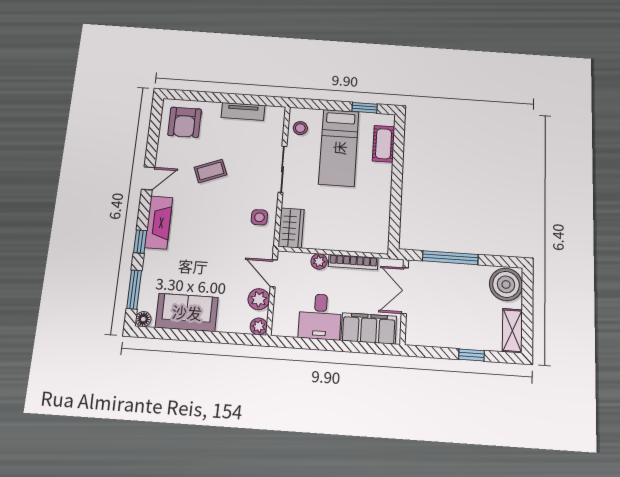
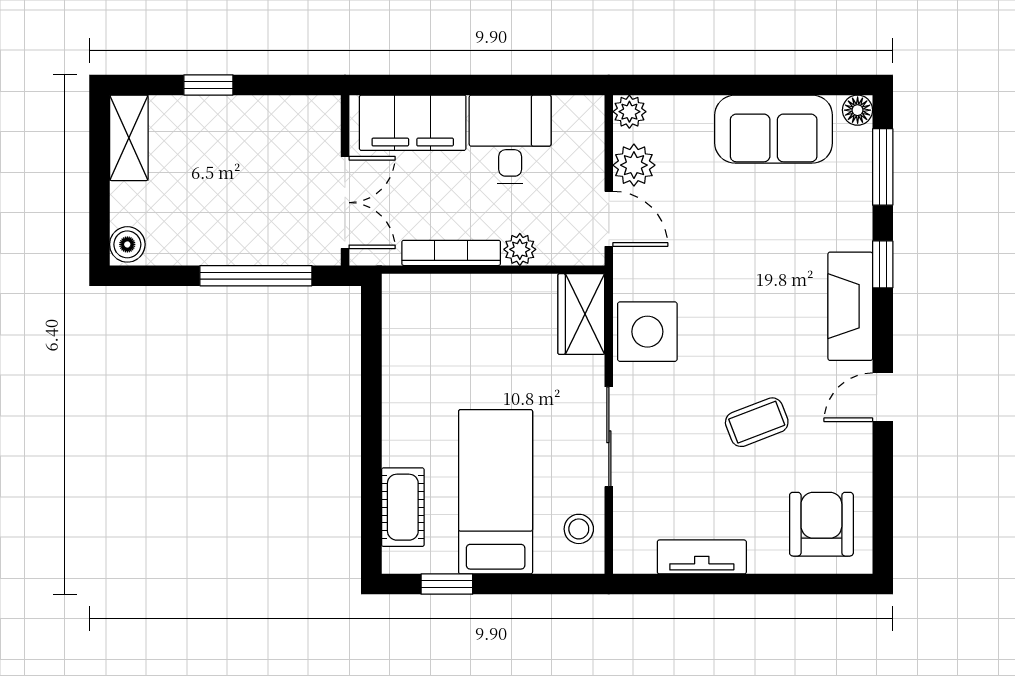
side table: (259, 217) -> (647, 332), width x1.87, depth x1.87
boiler: (506, 284) -> (127, 244), width x0.54, depth x0.54

